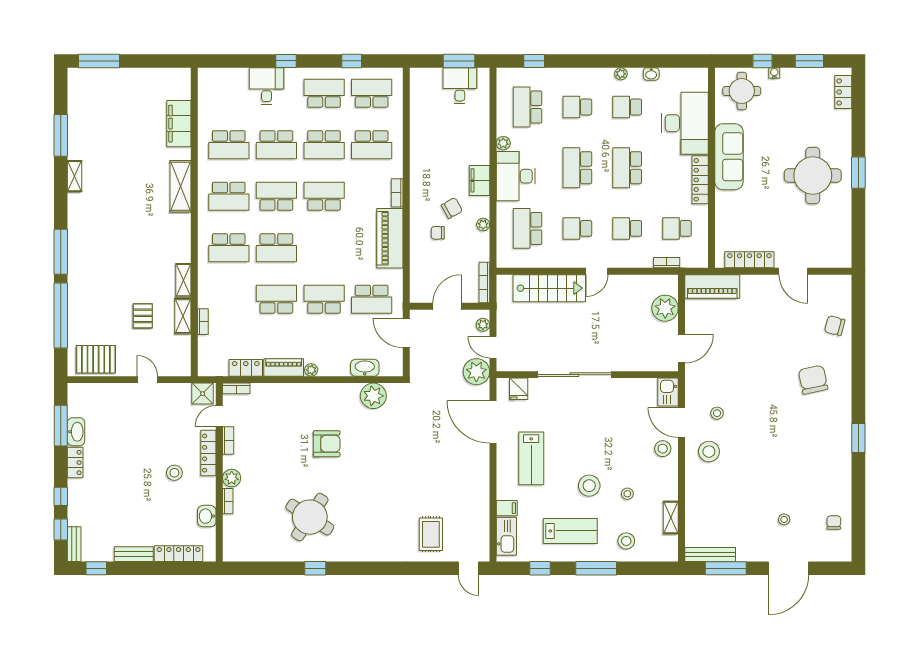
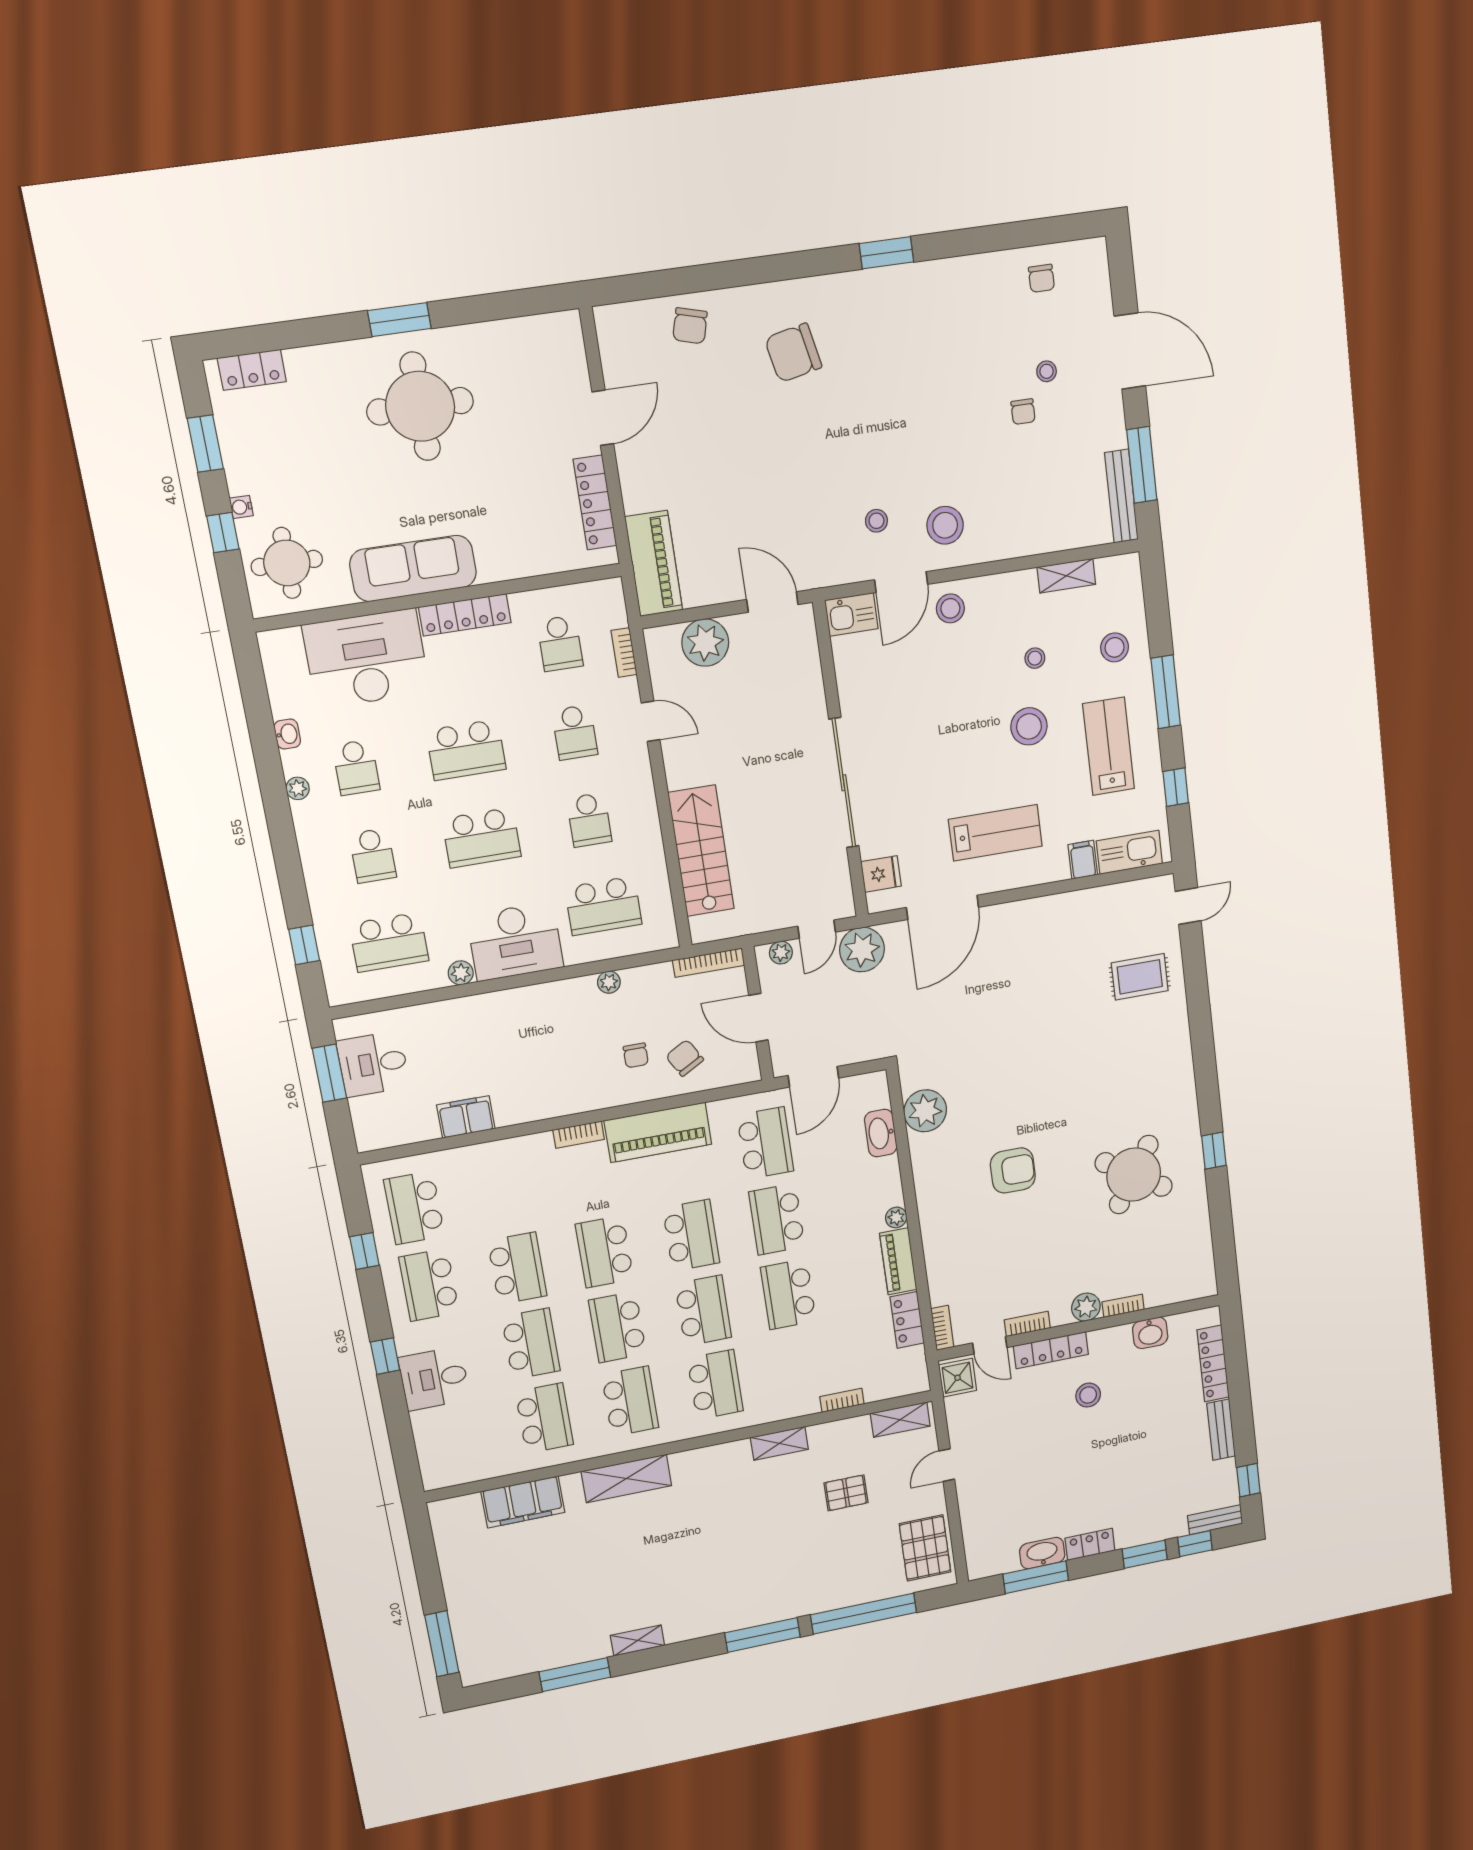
school desk: (372, 145) -> (691, 1235), moved
filing cabinet: (480, 180) -> (466, 1117), moved, turned 180
chair: (452, 208) -> (685, 1058), moved
door: (597, 271) -> (651, 721), moved
shelving: (183, 316) -> (900, 1420), moved
armchair: (327, 444) -> (1013, 1170), turned 90
window: (61, 496) -> (1145, 1554), width x1.50
chair: (764, 504) -> (1023, 412), added
chair: (834, 523) -> (1041, 278), turned -90

